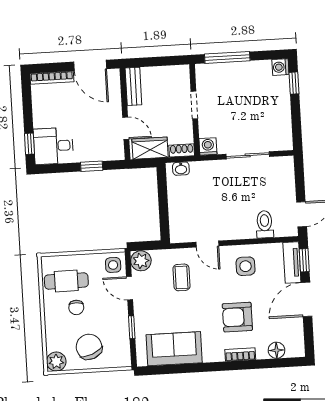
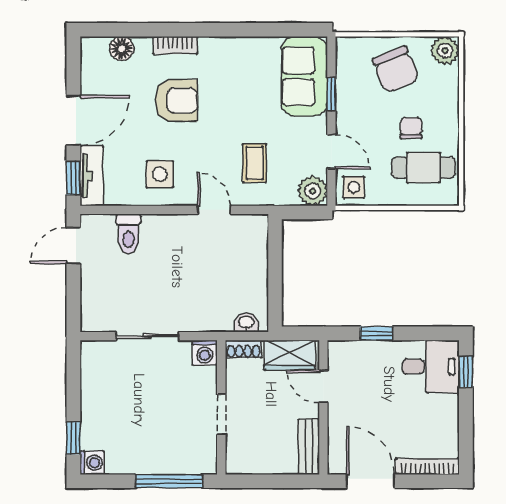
sofa: (174, 349) -> (304, 76), moved, turned 90

